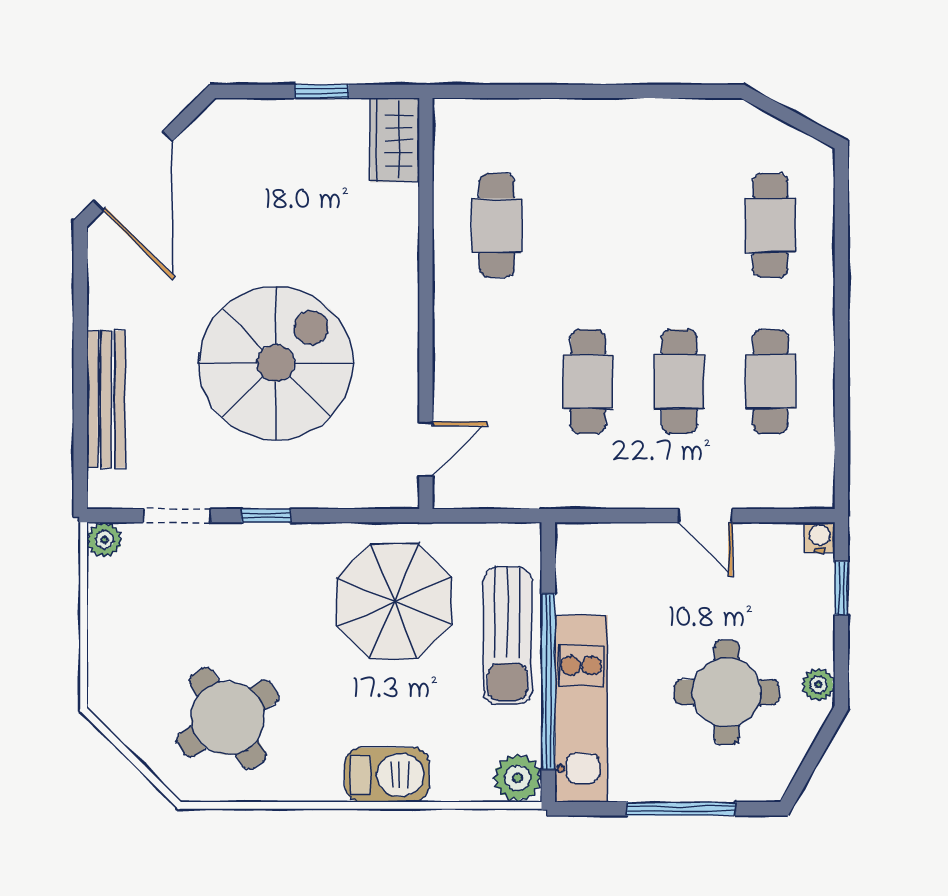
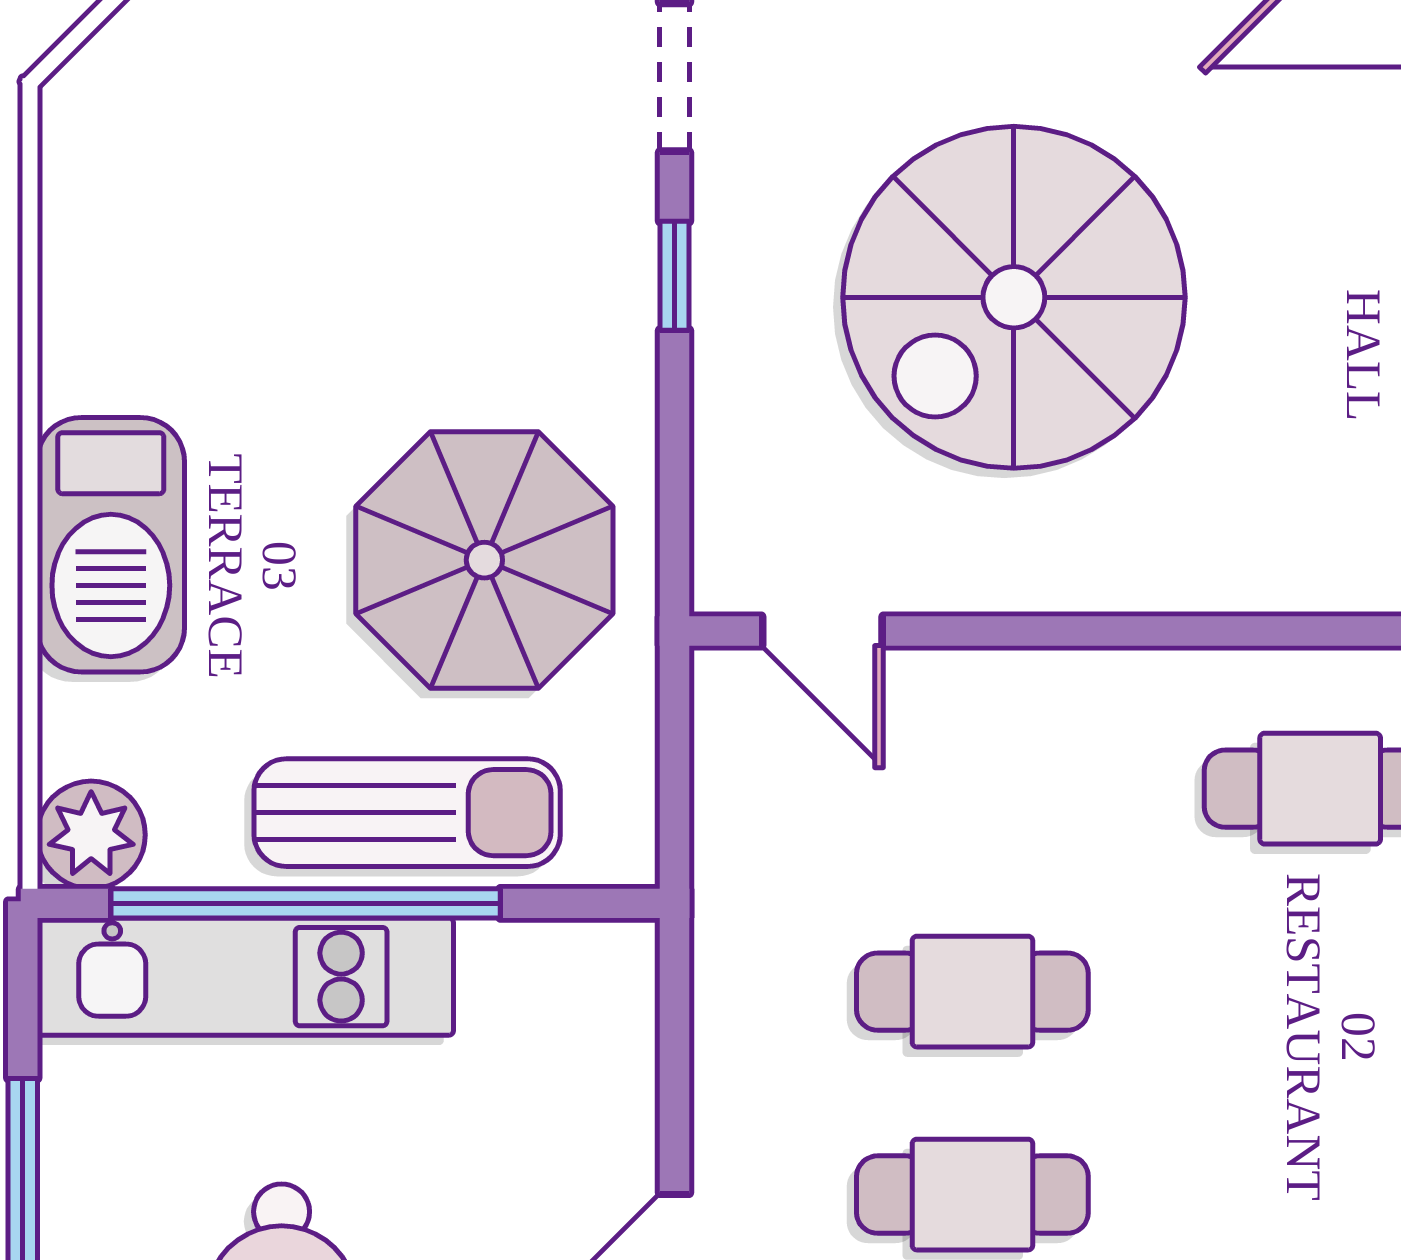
spiral stairs: (276, 363) -> (1014, 297), turned 90
sun lounger: (507, 636) -> (407, 813), turned 180
round table: (228, 718) -> (224, 190), removed
barbecue: (387, 775) -> (111, 545), width x1.37, depth x1.21

